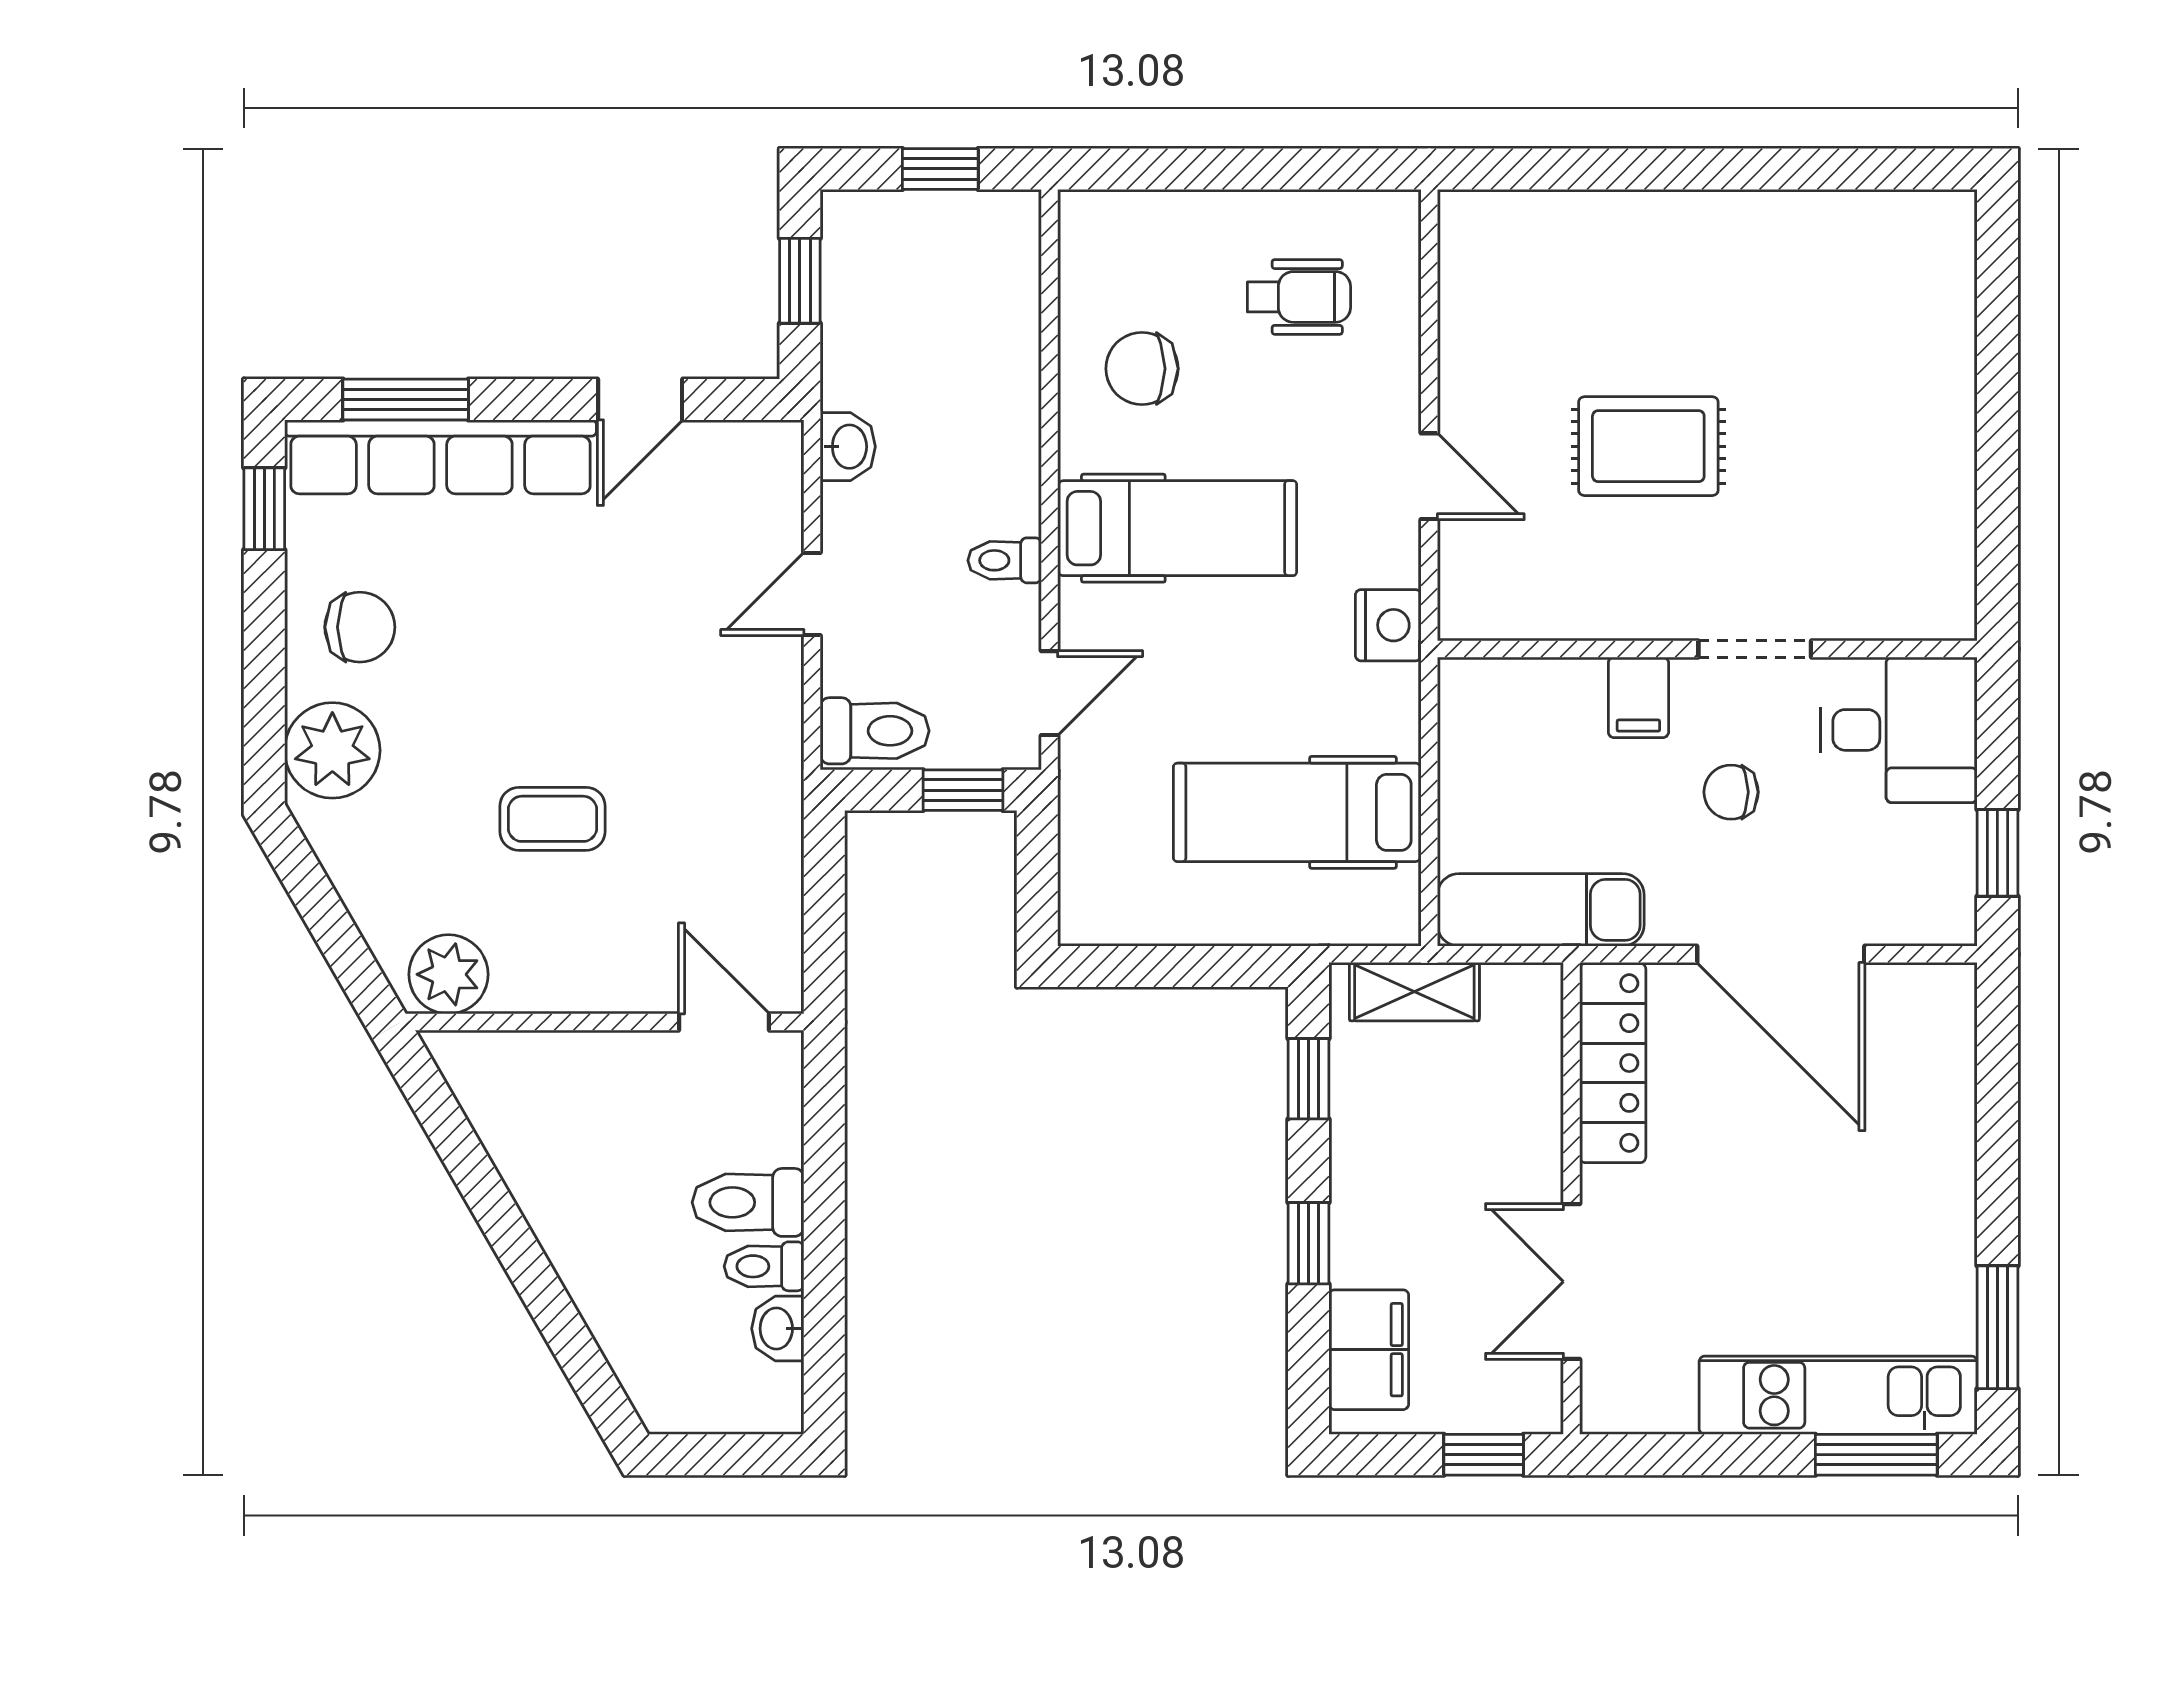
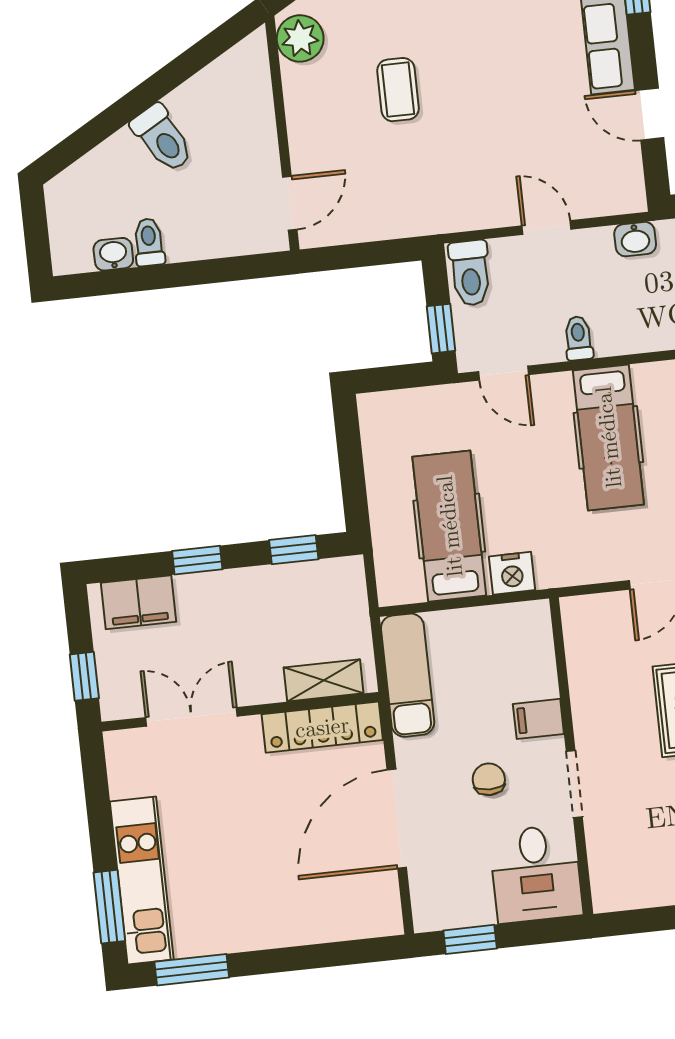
nightstand: (1388, 625) -> (512, 573), moved
shelving: (1414, 992) -> (324, 680), moved, turned 90
toilet: (748, 1202) -> (162, 138), moved, turned 150

